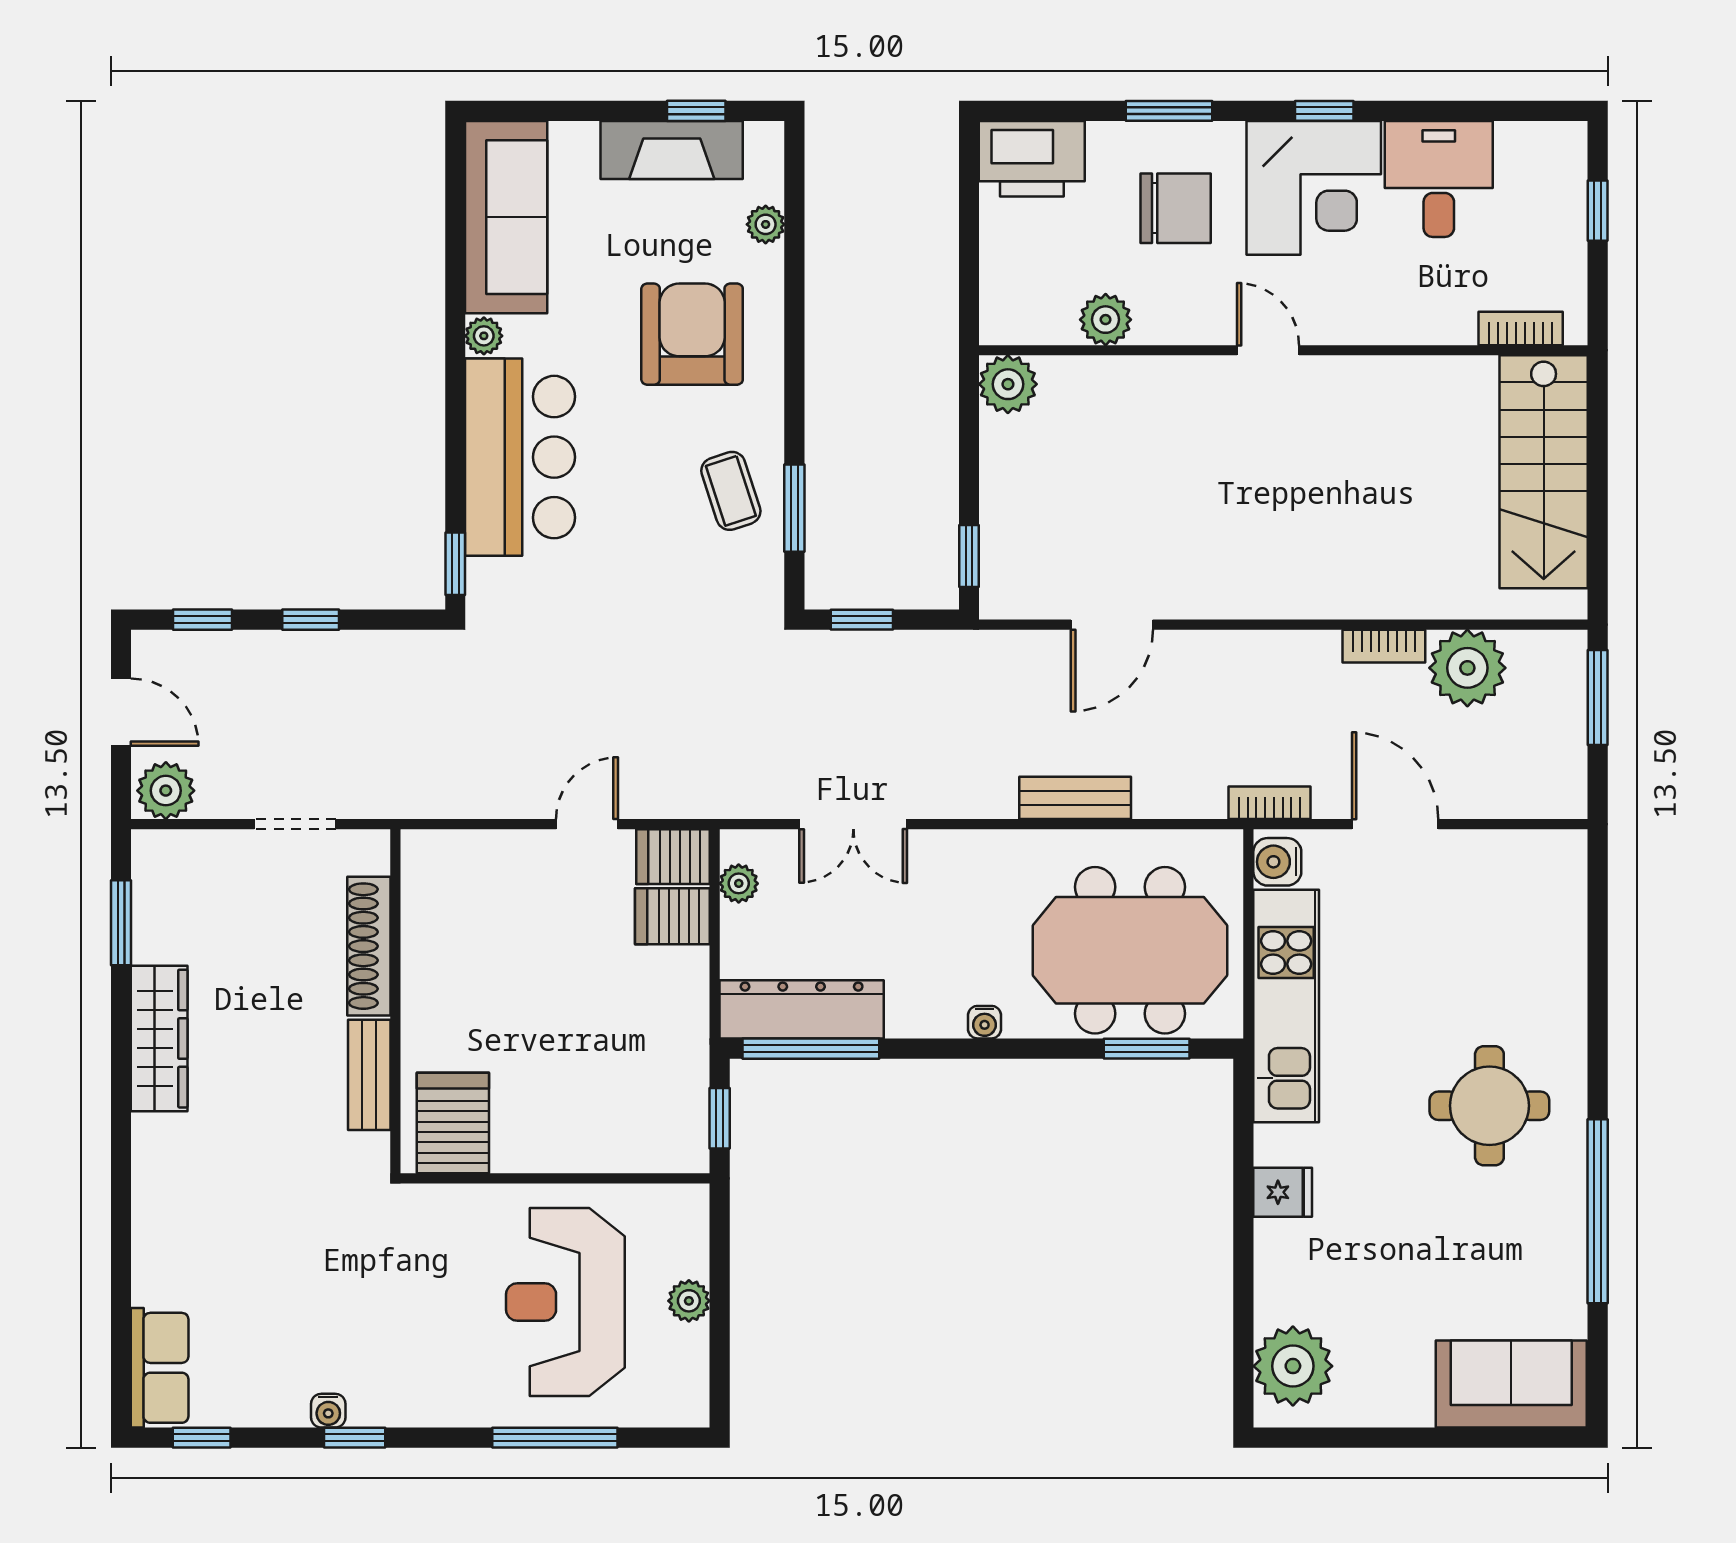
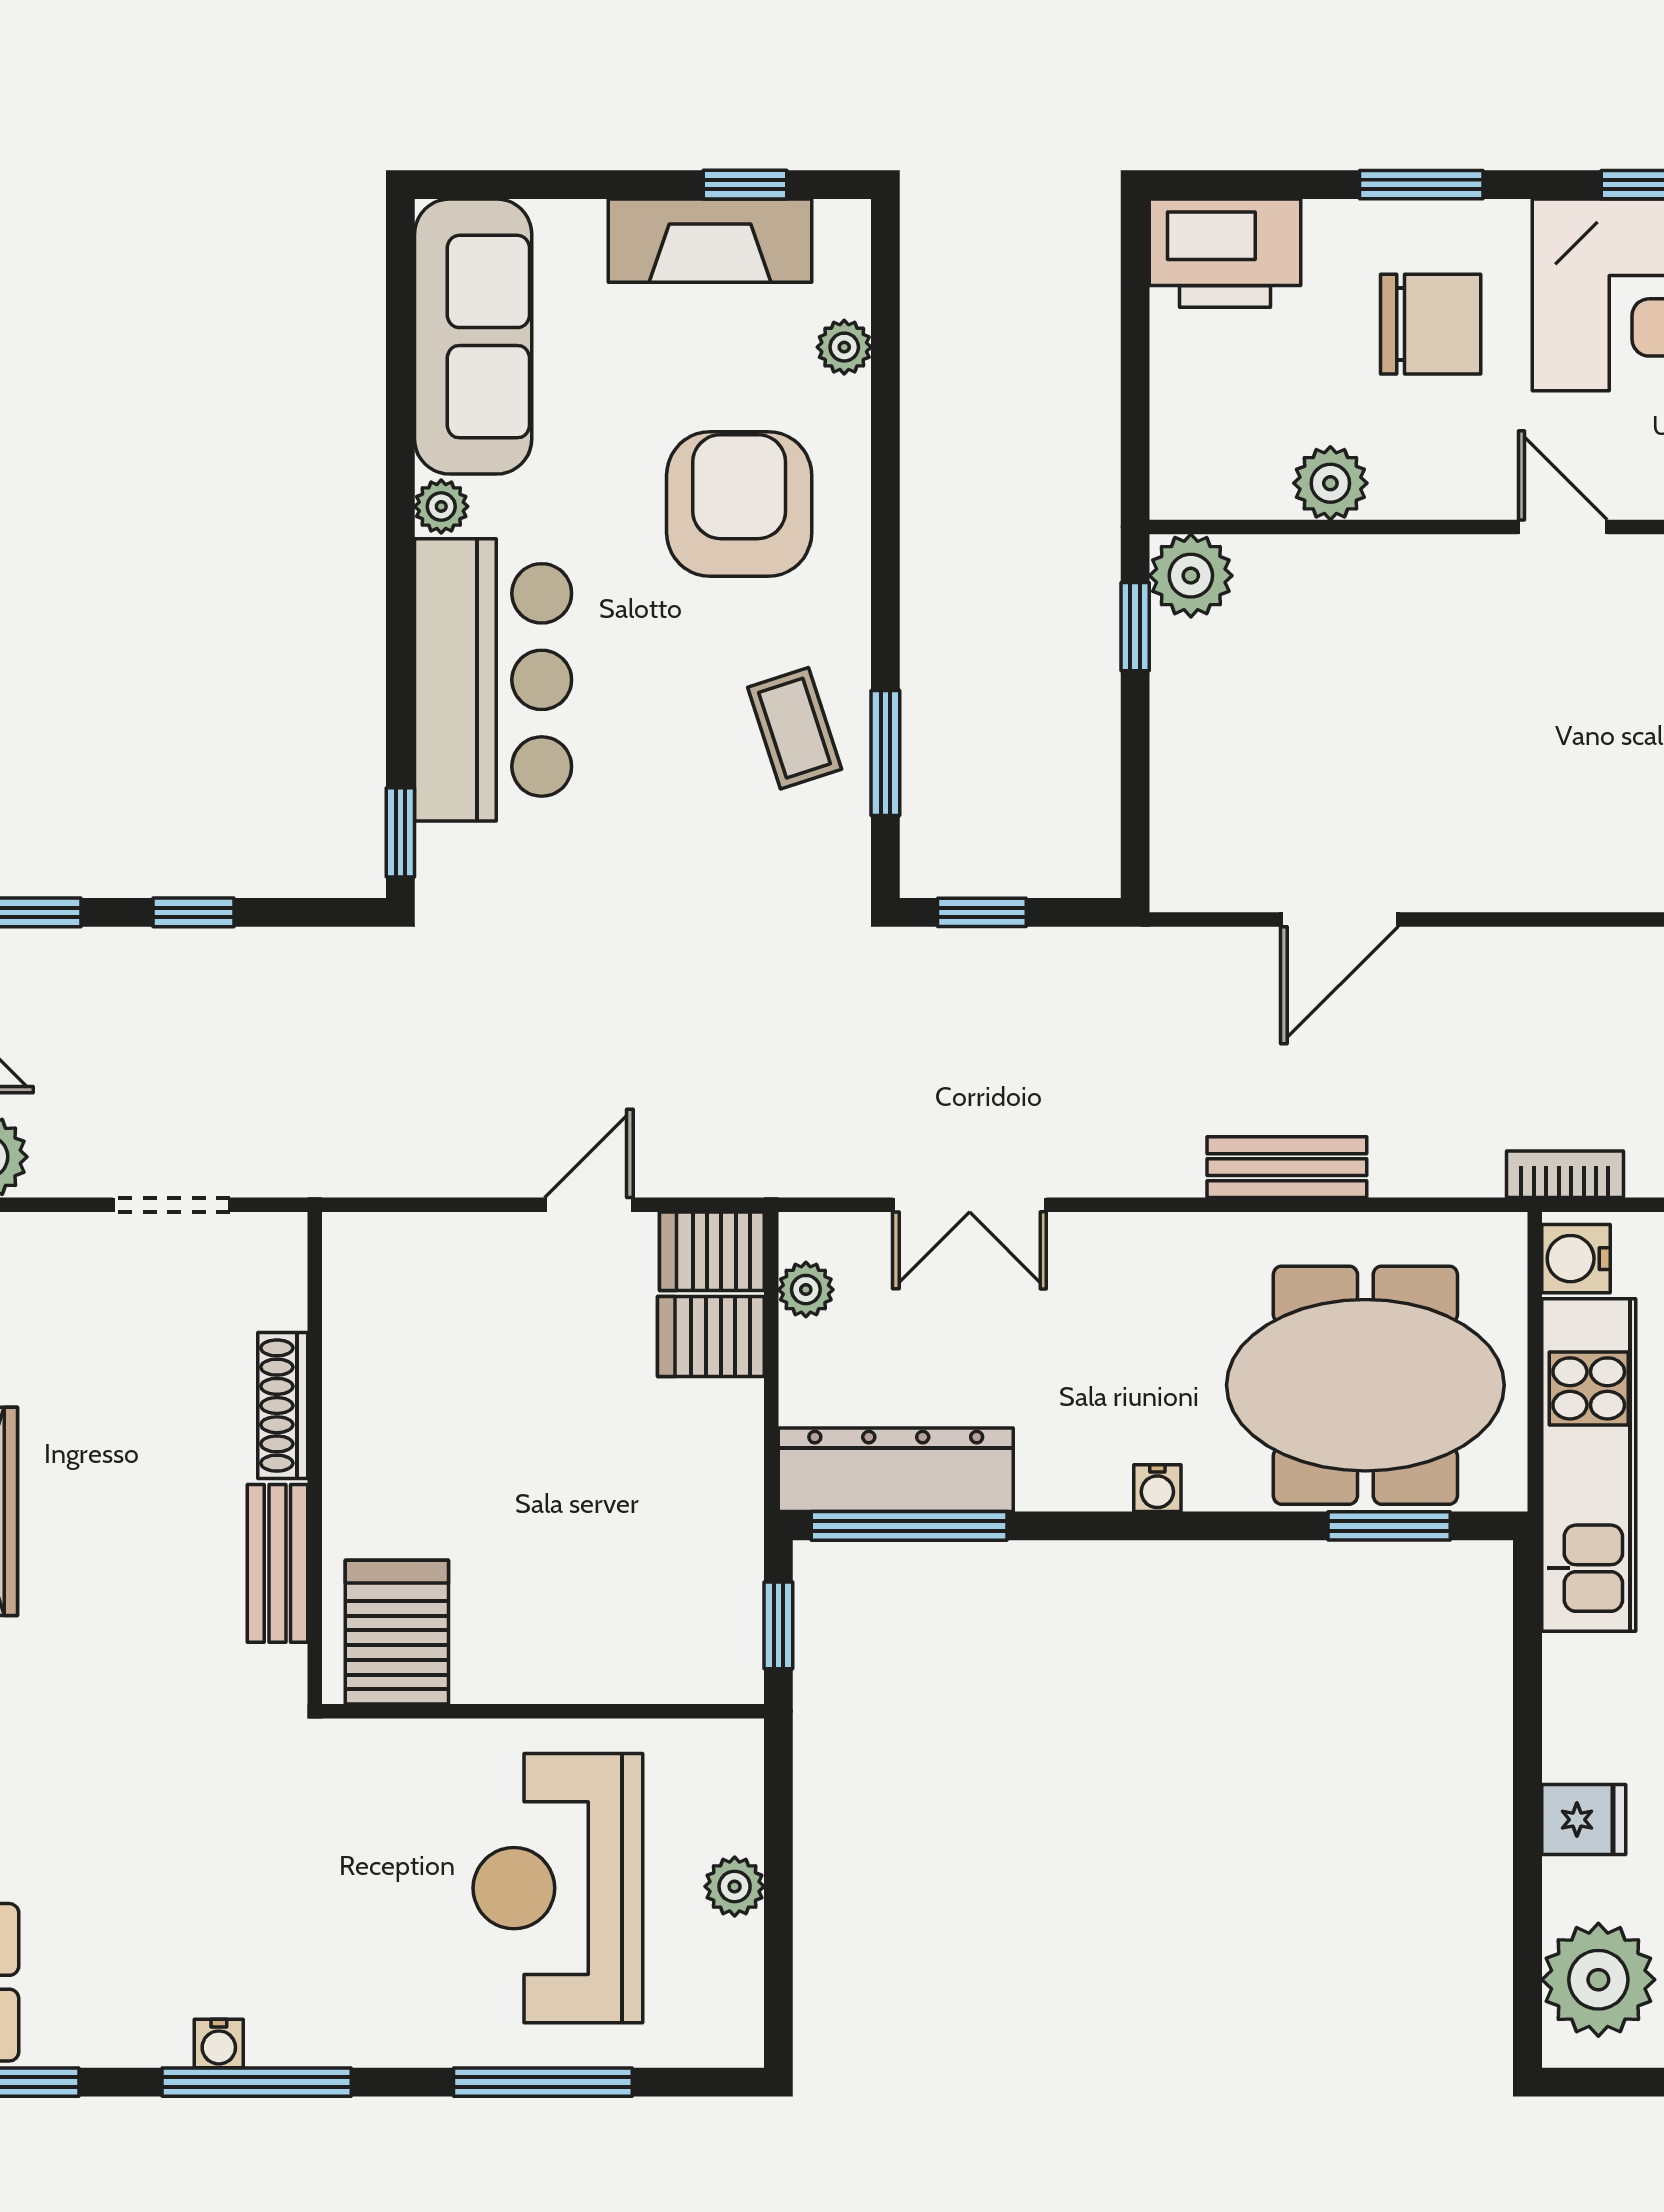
window: (969, 556) -> (1135, 627), moved
shoe rack: (369, 946) -> (283, 1406), width x0.74, depth x0.81
fridge: (1283, 1192) -> (1584, 1820), moved
window: (355, 1438) -> (257, 2082), width x2.17

